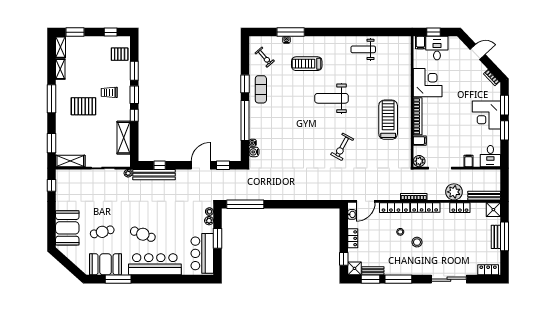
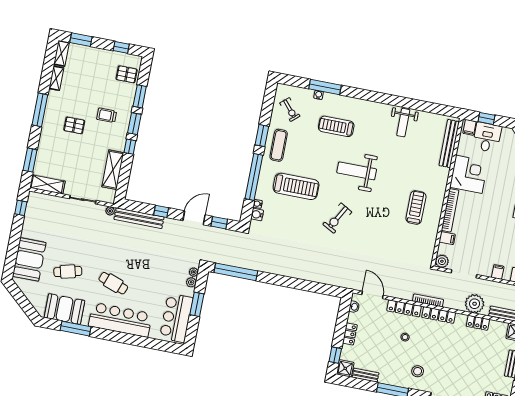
weight bench: (363, 49) -> (403, 123), turned -90
bench: (406, 60) -> (449, 144), added
pallet: (83, 106) -> (74, 125), width x0.67, depth x0.71
treadmill: (388, 120) -> (416, 208), width x0.73, depth x0.73
treadmill: (282, 121) -> (296, 186), added
exercise bike: (342, 147) -> (337, 218), moved
window: (160, 165) -> (161, 211), moved
door: (366, 201) -> (372, 295), swing flipped
stool: (417, 242) -> (418, 371), moved
window: (370, 279) -> (361, 384), removed

